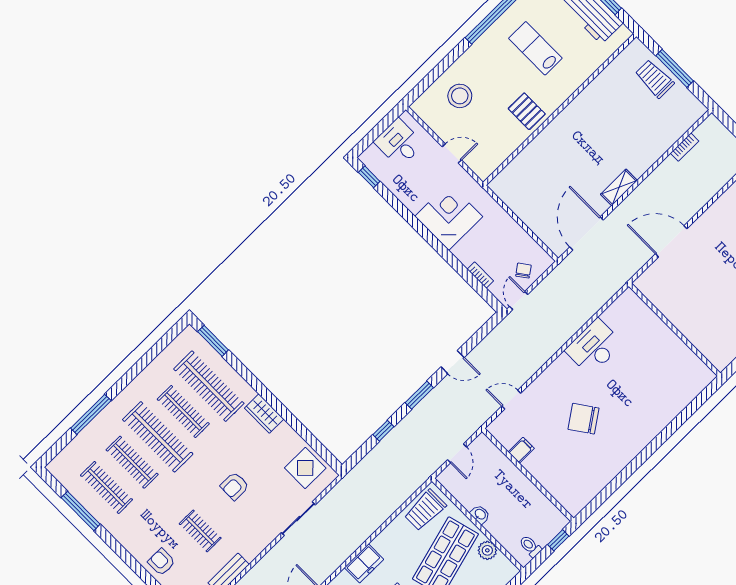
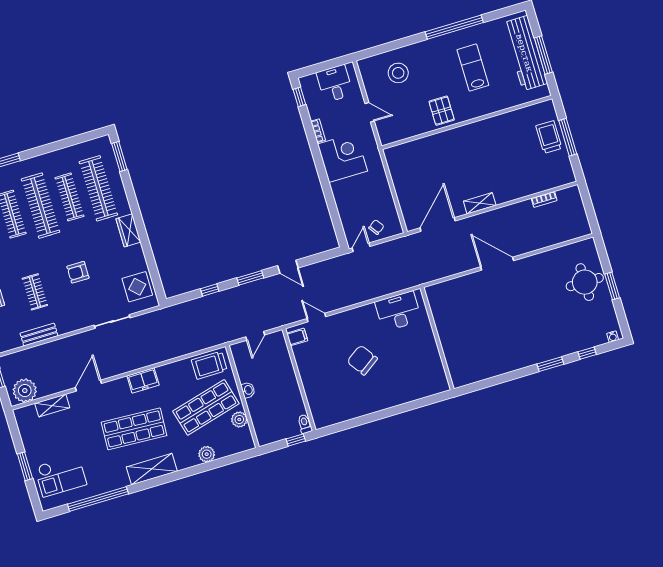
bookcase: (480, 275) -> (318, 131), moved
wall: (675, 330) -> (437, 339), moved
filing cabinet: (521, 450) -> (297, 337), moved
toilet: (530, 546) -> (305, 424), moved

